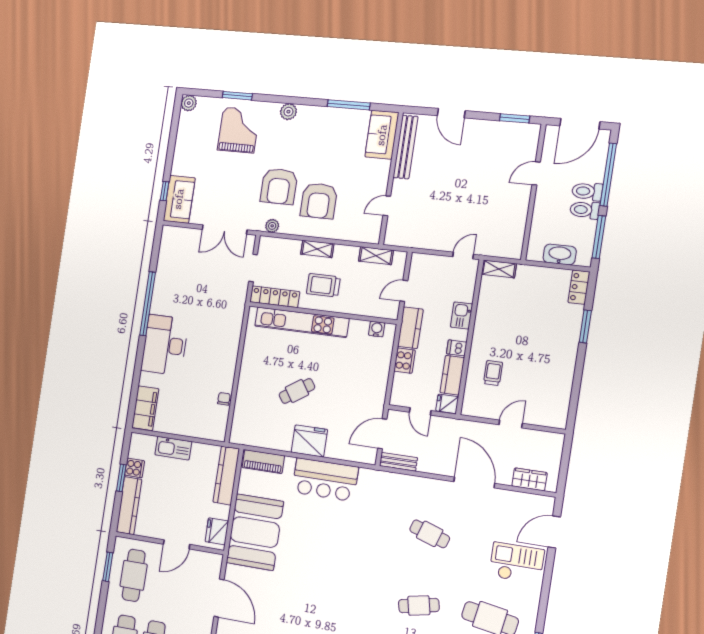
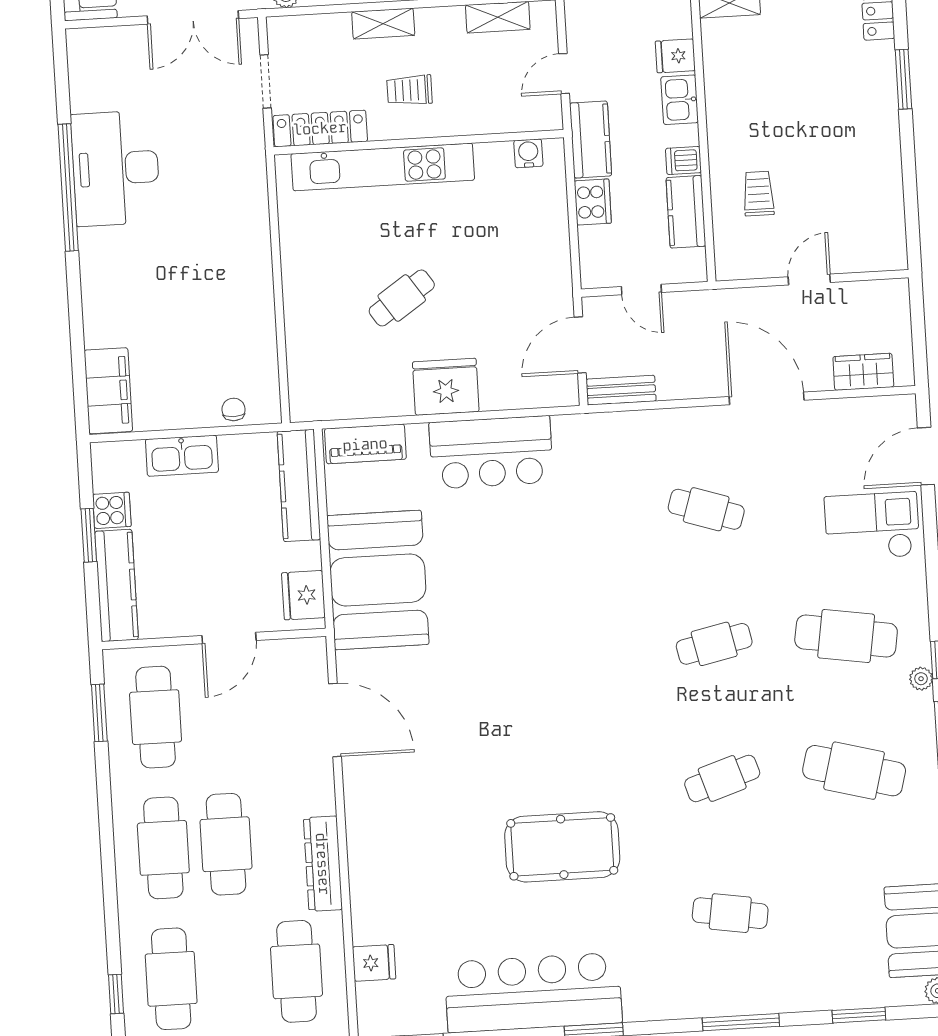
trolley: (323, 285) -> (409, 90), width x0.73, depth x0.72
desk: (165, 345) -> (116, 168), moved
chair: (224, 399) -> (233, 409), moved
fridge: (447, 404) -> (675, 56), moved

